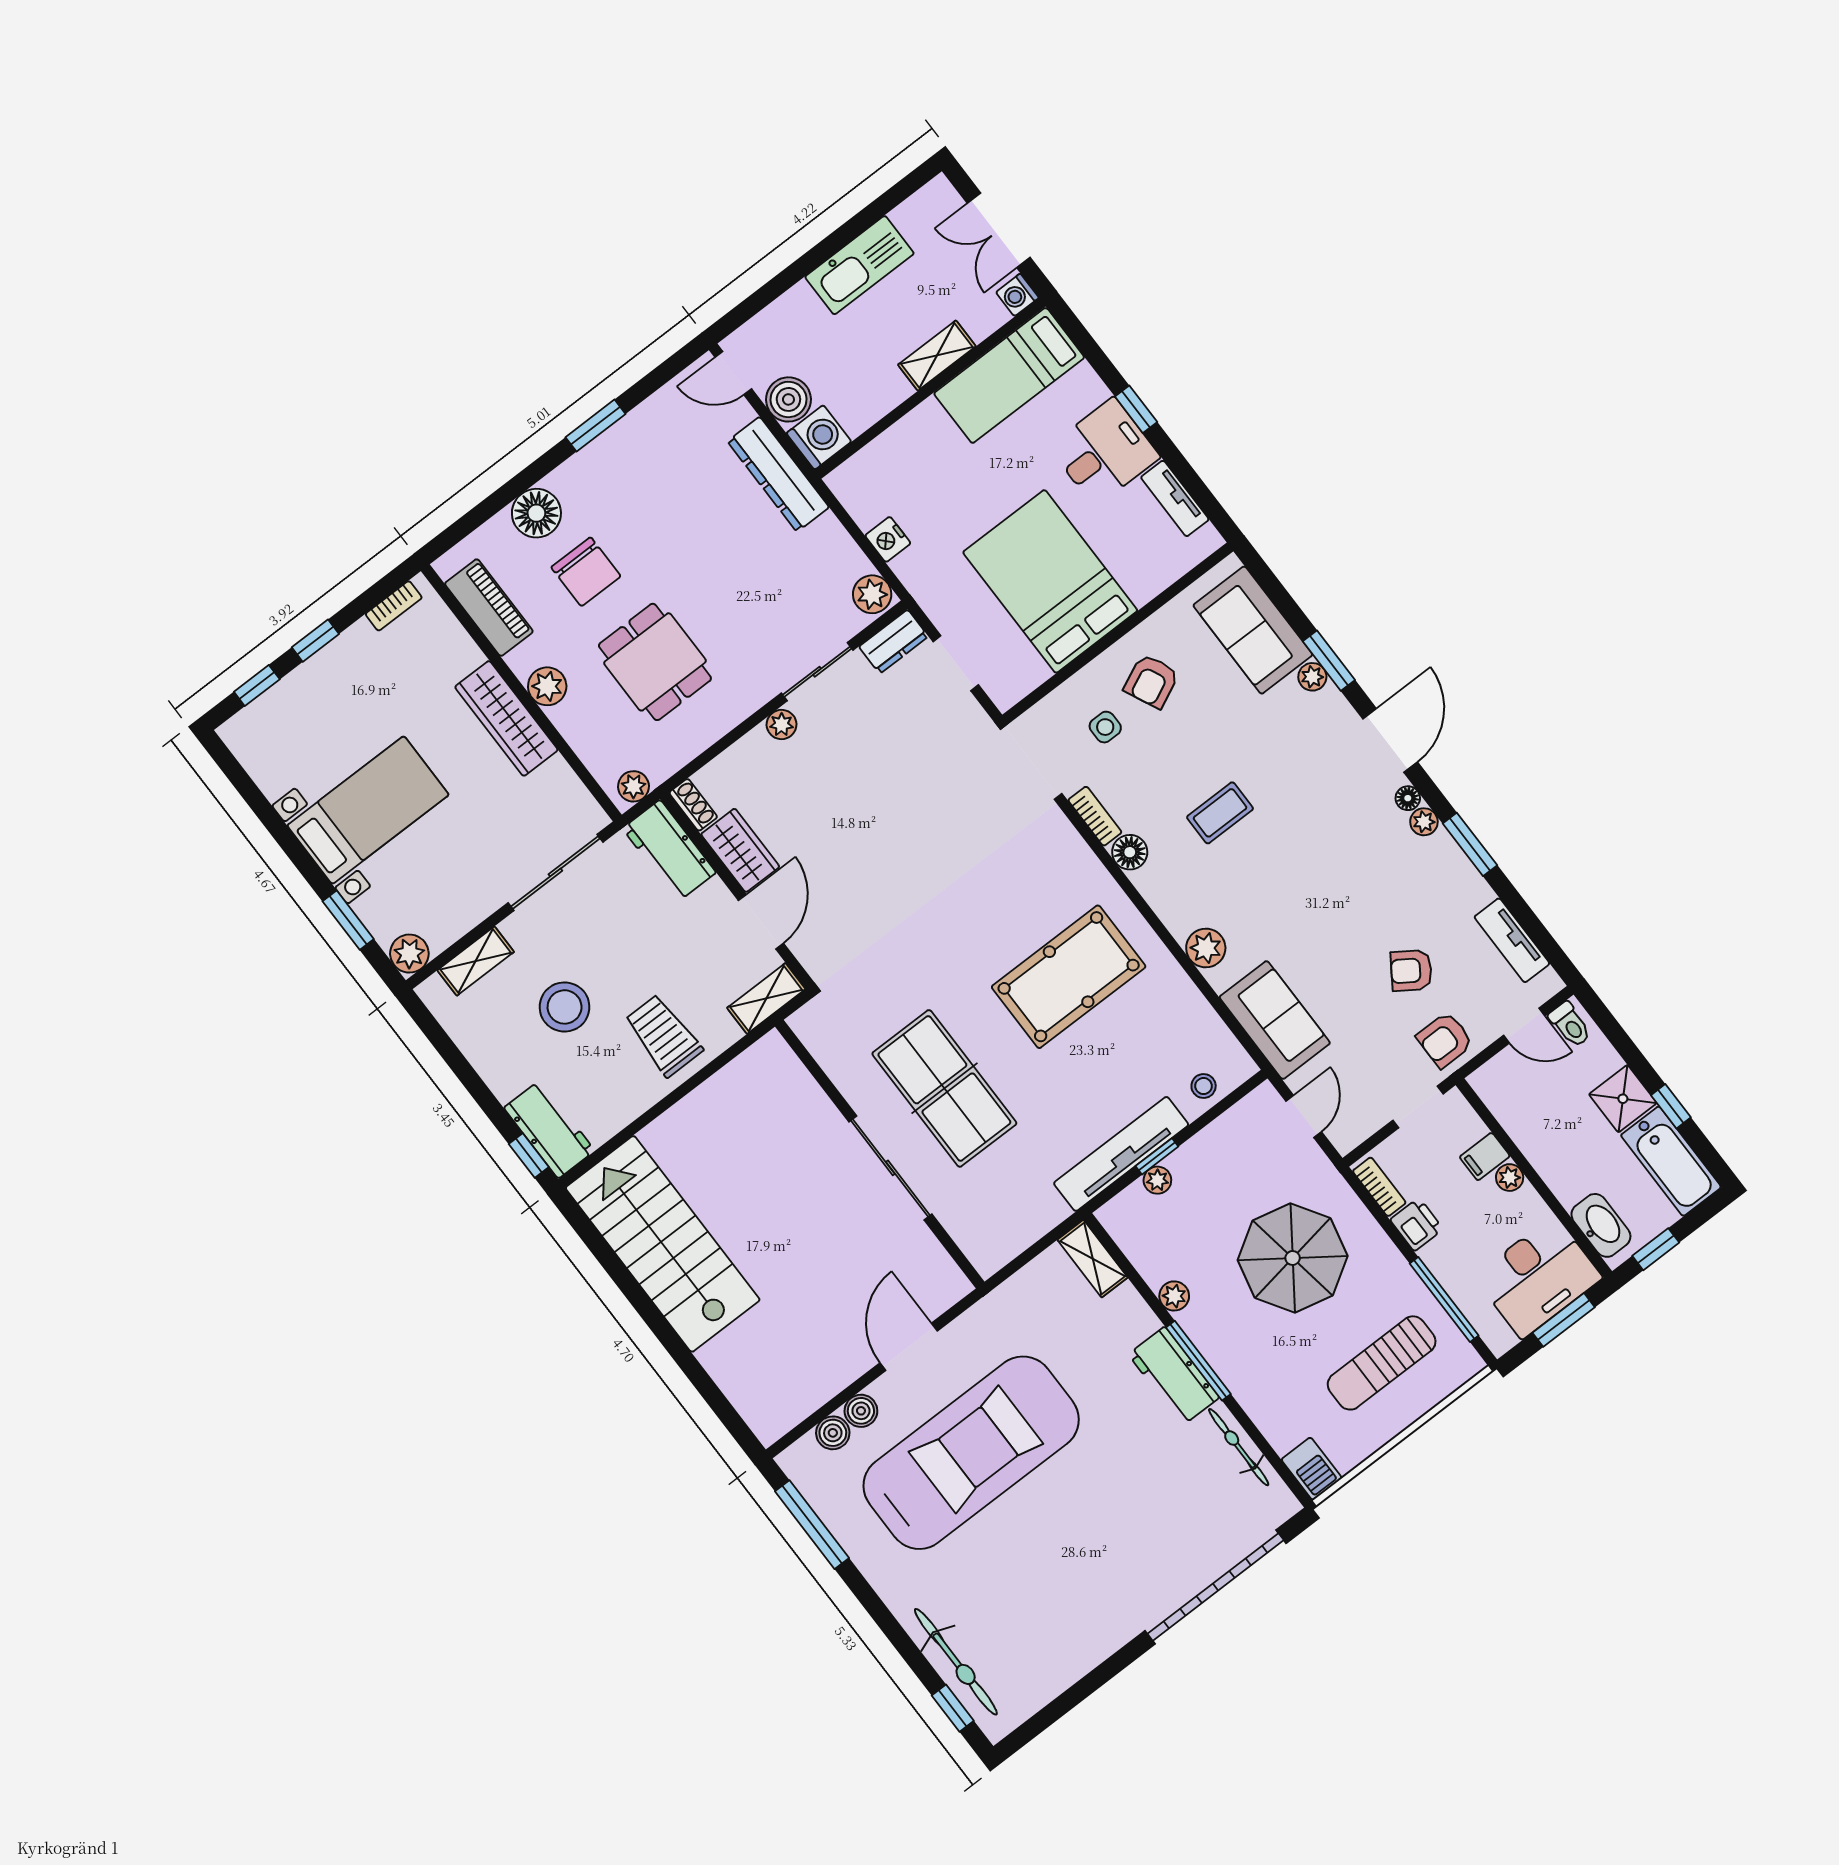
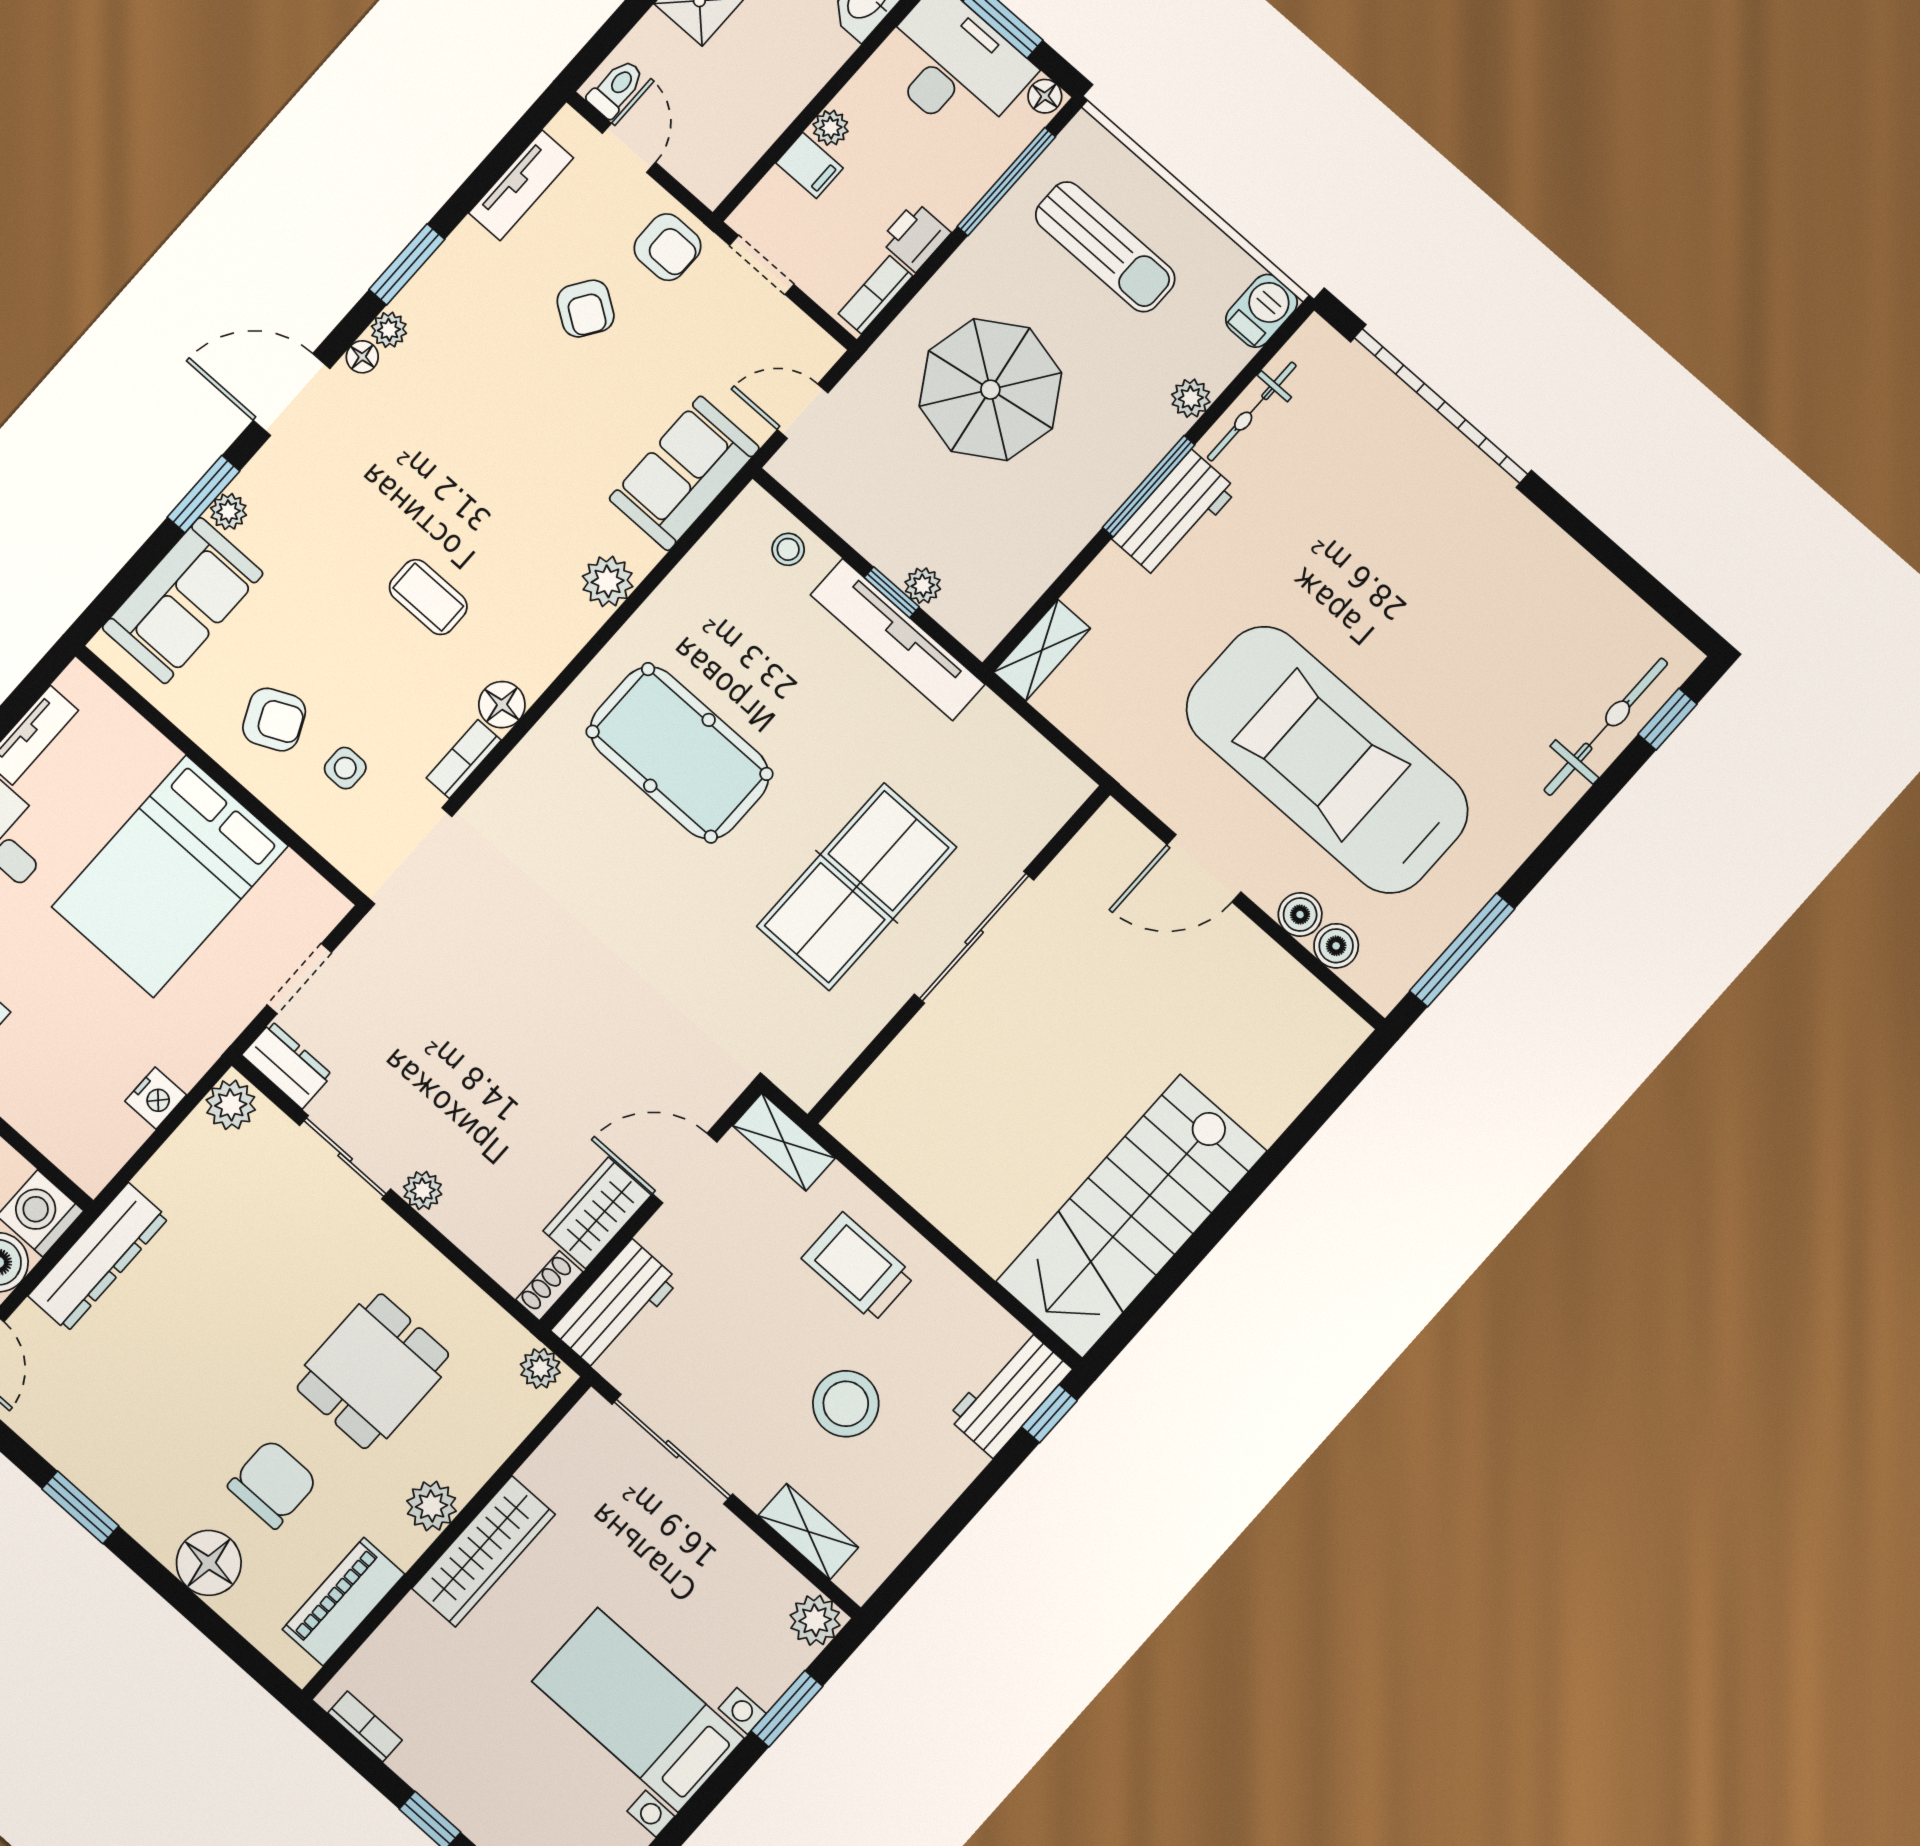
trolley: (663, 1036) -> (858, 1267), turned 90
plant: (1174, 1296) -> (1191, 398), moved
floor lamp: (1502, 1340) -> (1045, 96), added

